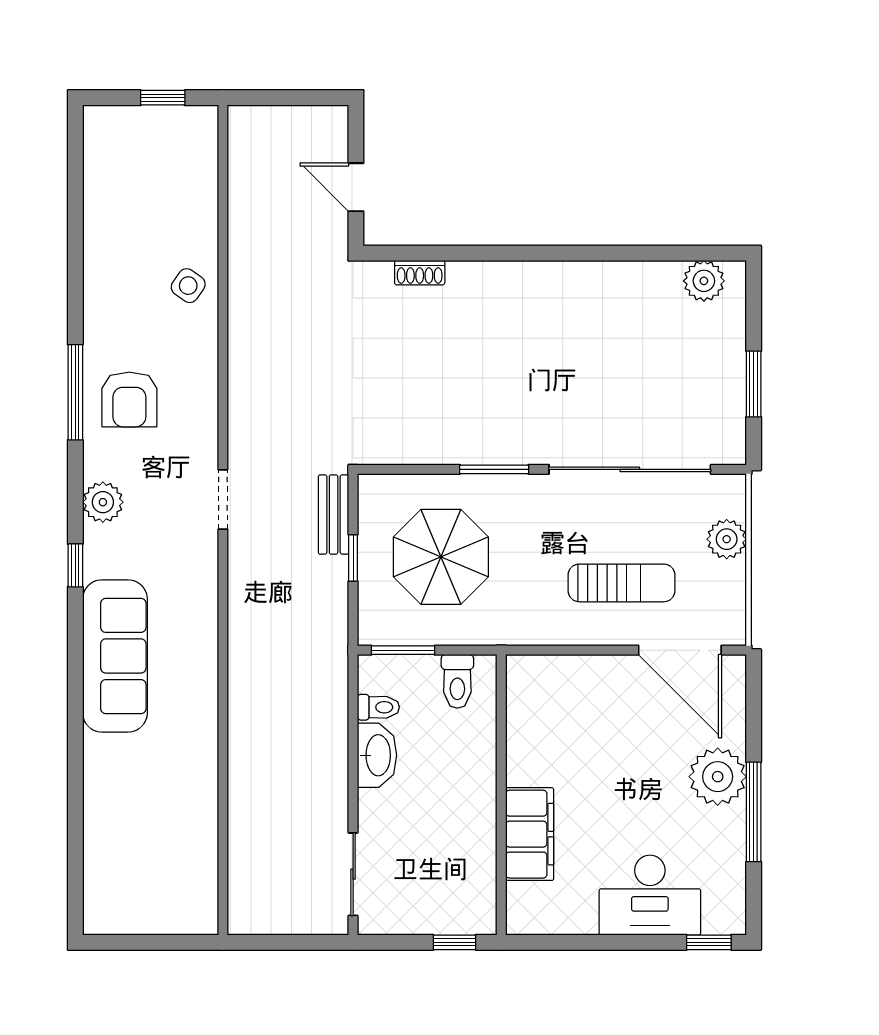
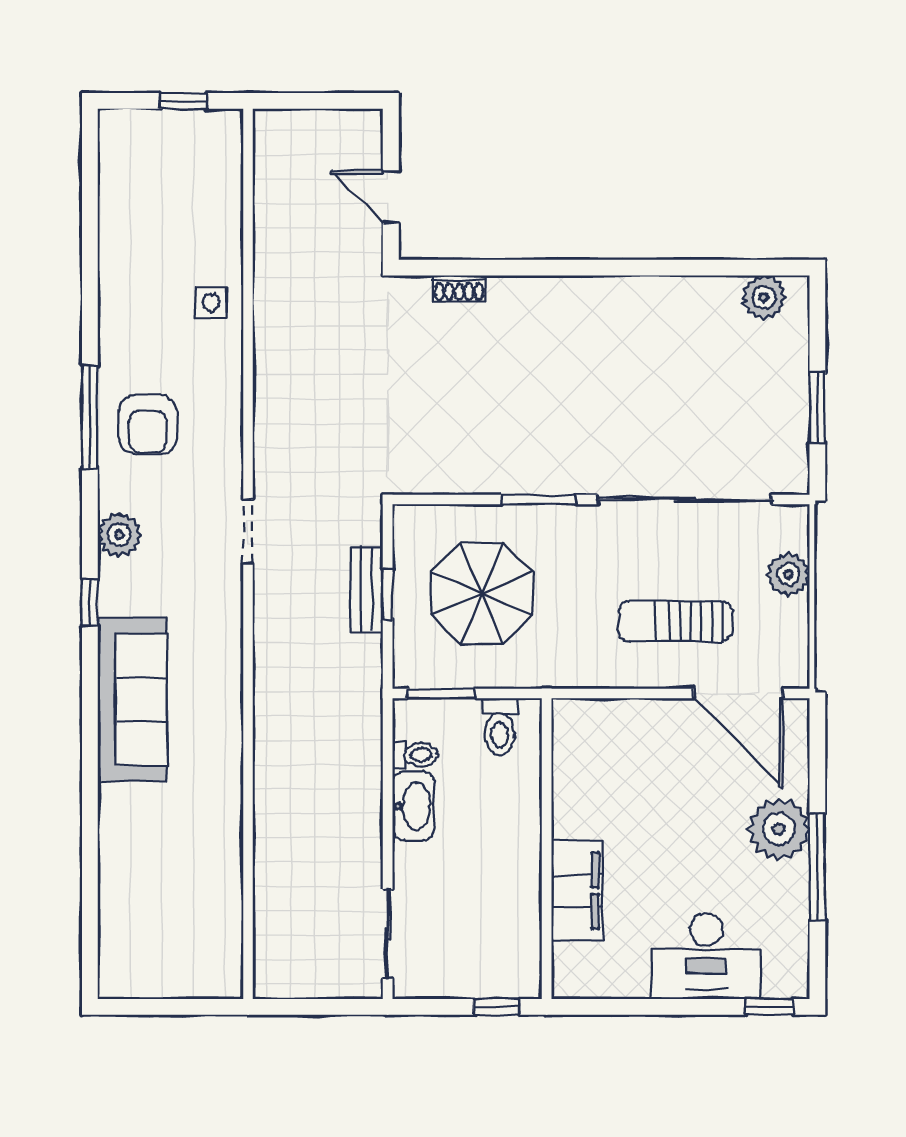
side table: (188, 286) -> (211, 302), turned -35
bench: (334, 515) -> (367, 589), moved
sun lounger: (622, 583) -> (676, 621), turned 180

